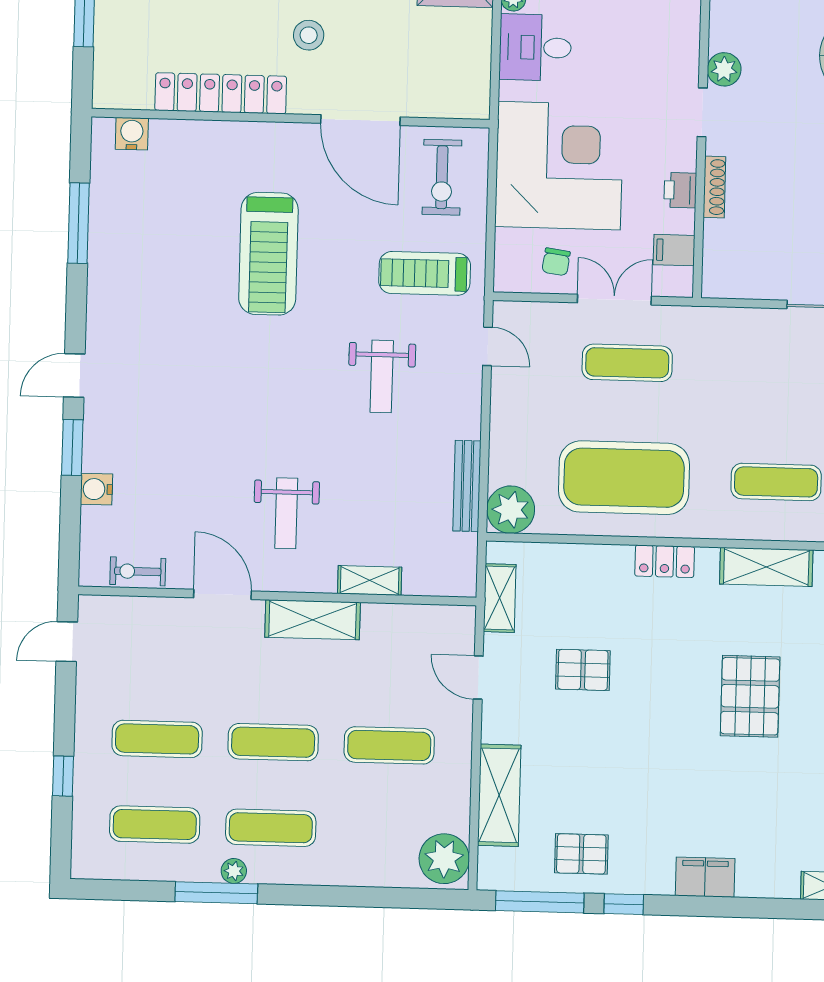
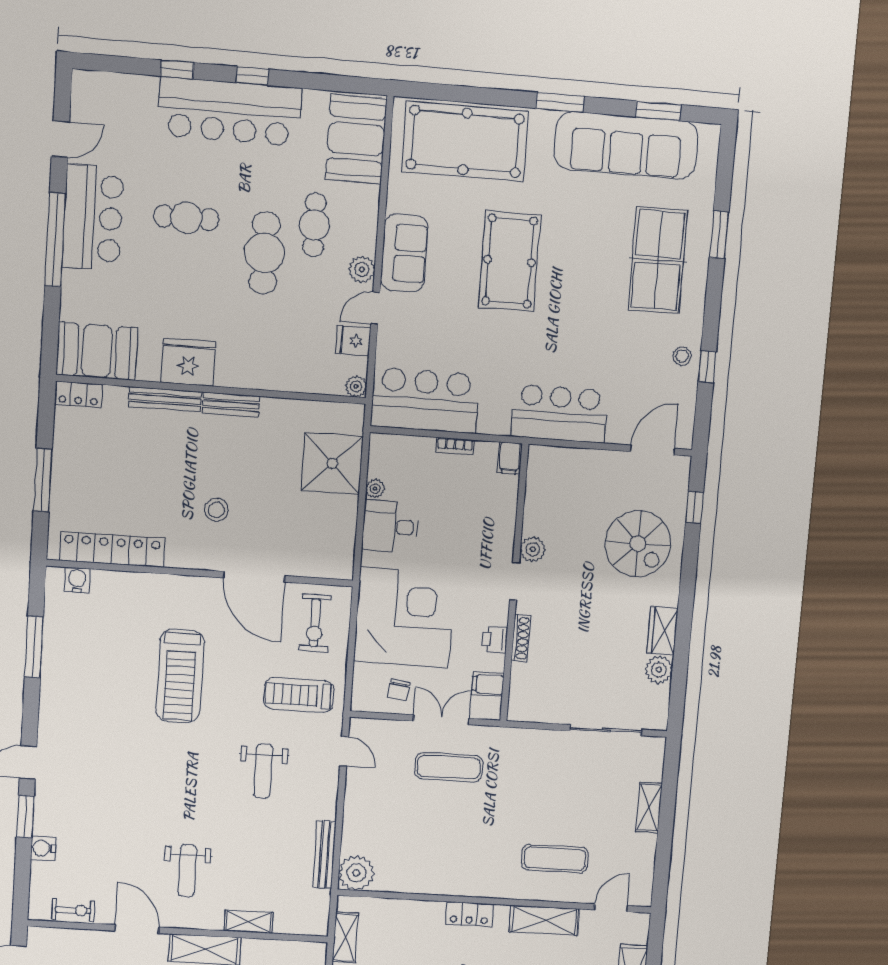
locker: (221, 93) -> (112, 549), moved
exercise mat: (624, 478) -> (442, 852), removed
exercise bike: (138, 571) -> (73, 910), turned 180

